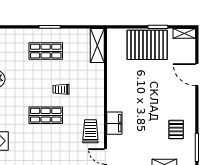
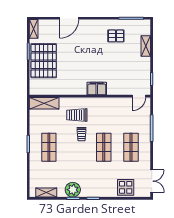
filing cabinet: (114, 123) -> (97, 89), moved
trolley: (90, 131) -> (77, 115), moved
shop shelf: (46, 147) -> (131, 147), added

